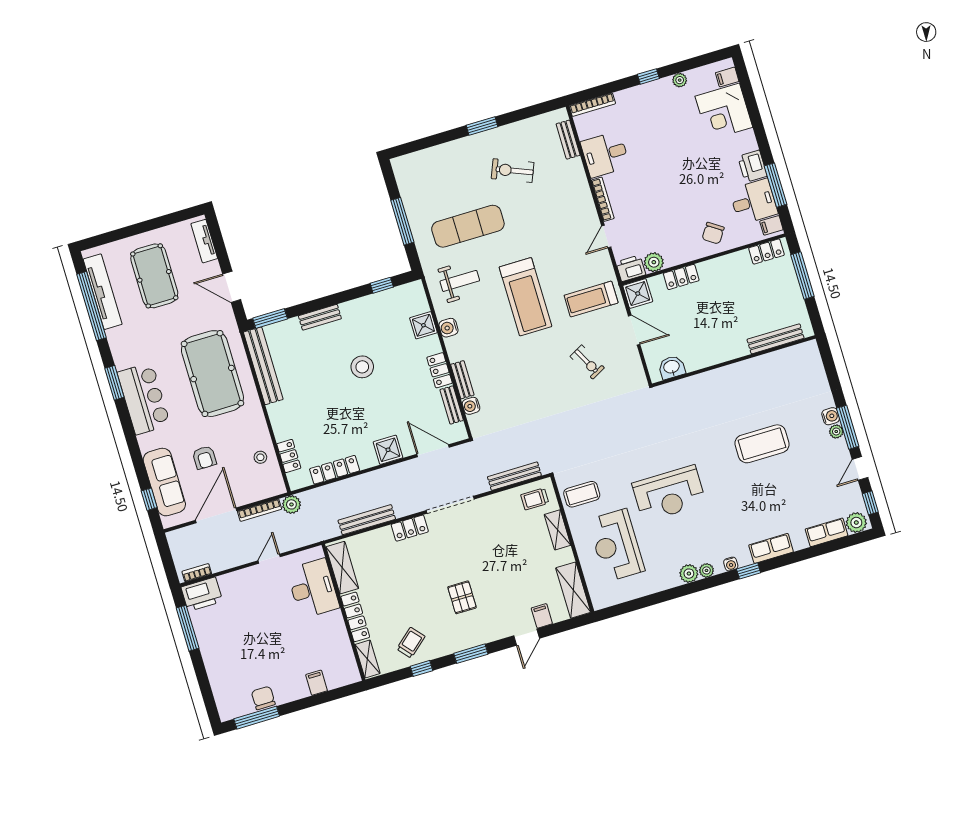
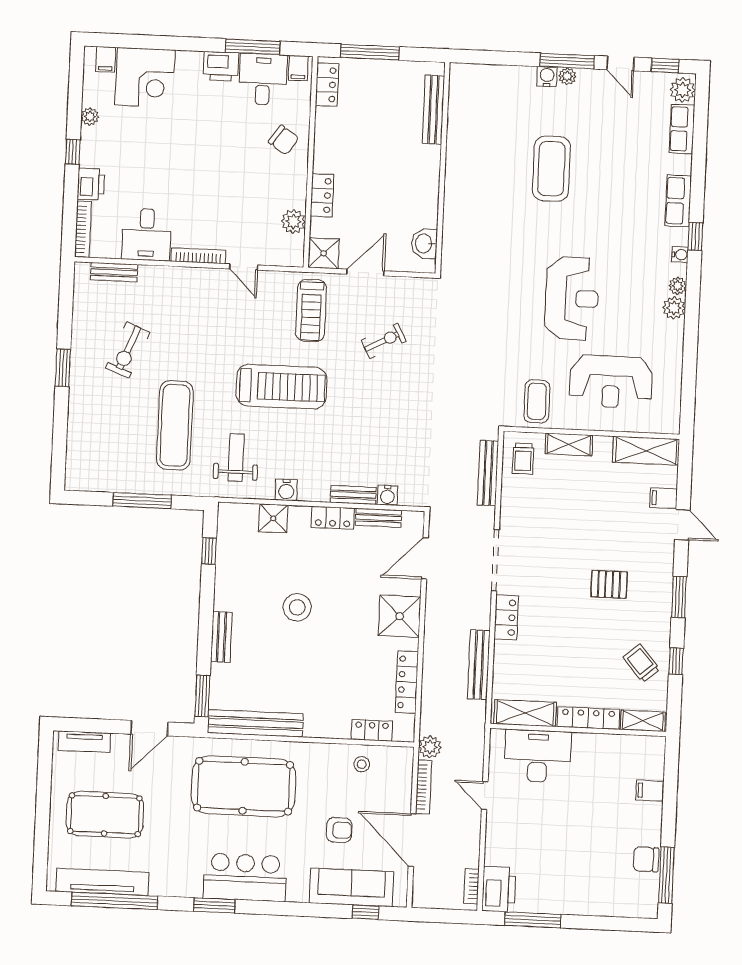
printer: (631, 268) -> (91, 184), moved, turned 180
shower: (388, 450) -> (400, 616), width x1.36, depth x1.36

